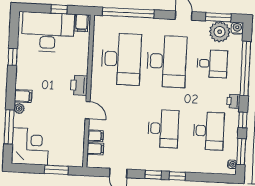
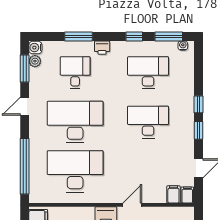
plant: (220, 32) -> (35, 61), width x0.53, depth x0.53
window: (245, 68) -> (79, 37), width x0.47
printer: (233, 101) -> (102, 48), moved
filing cabinet: (95, 136) -> (187, 195), moved

